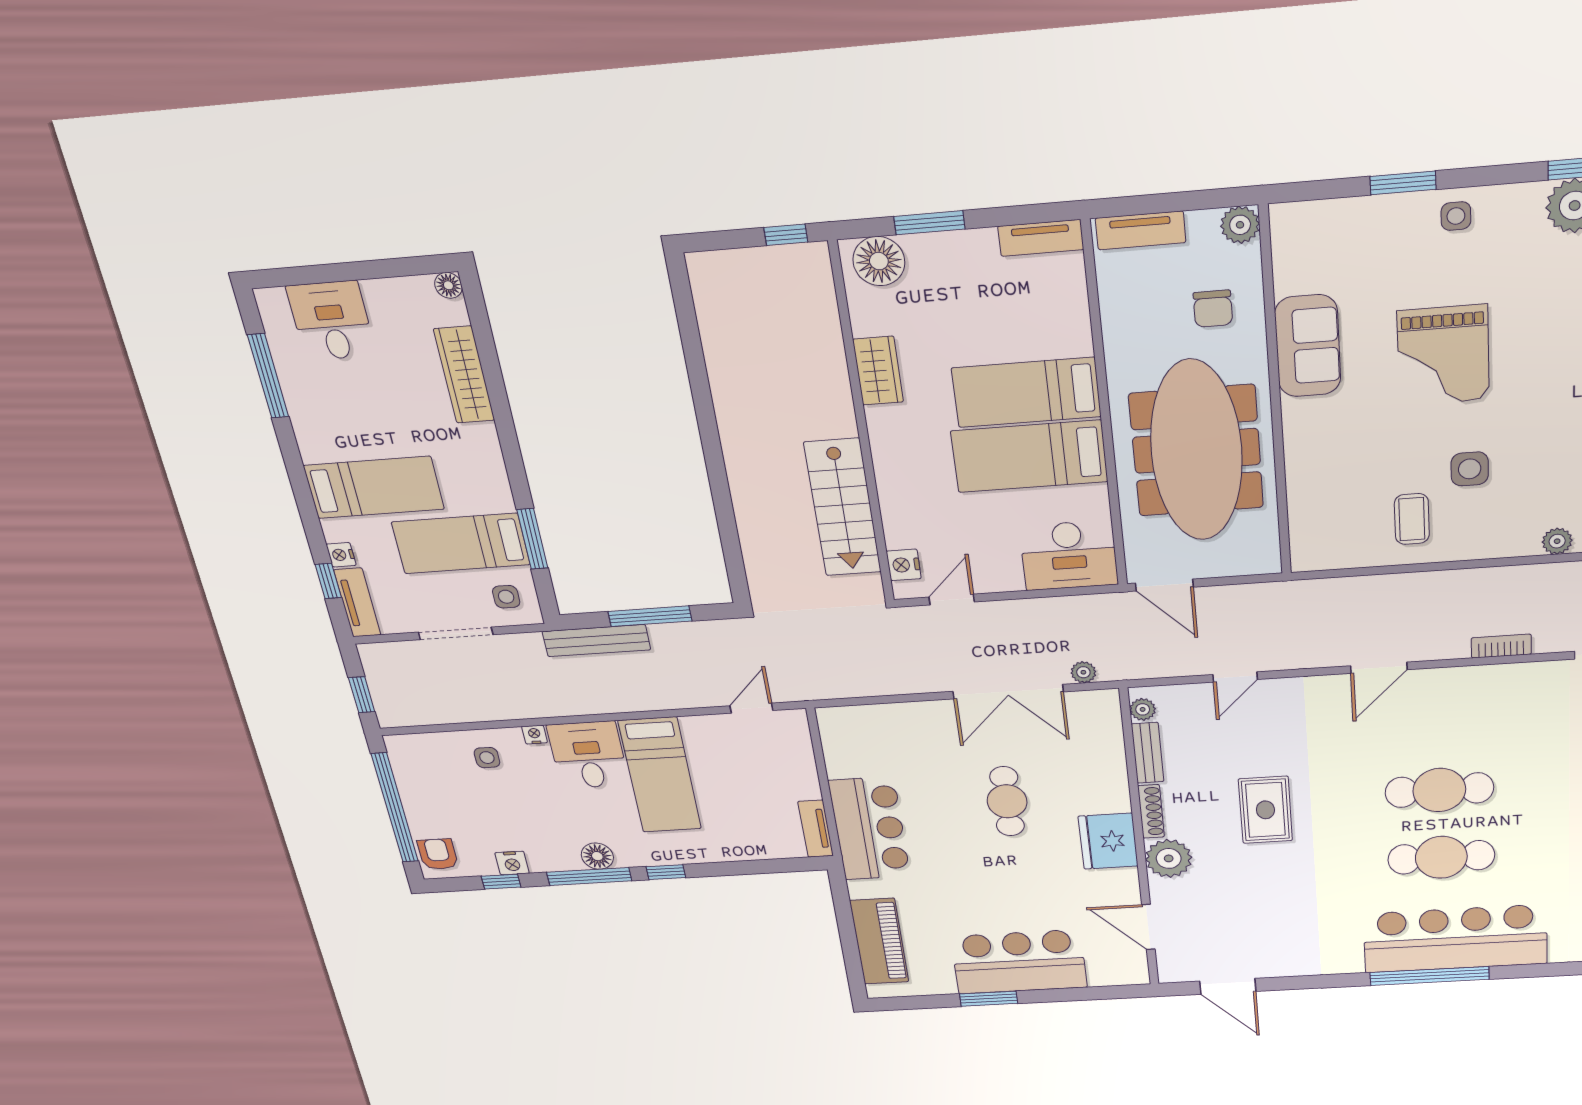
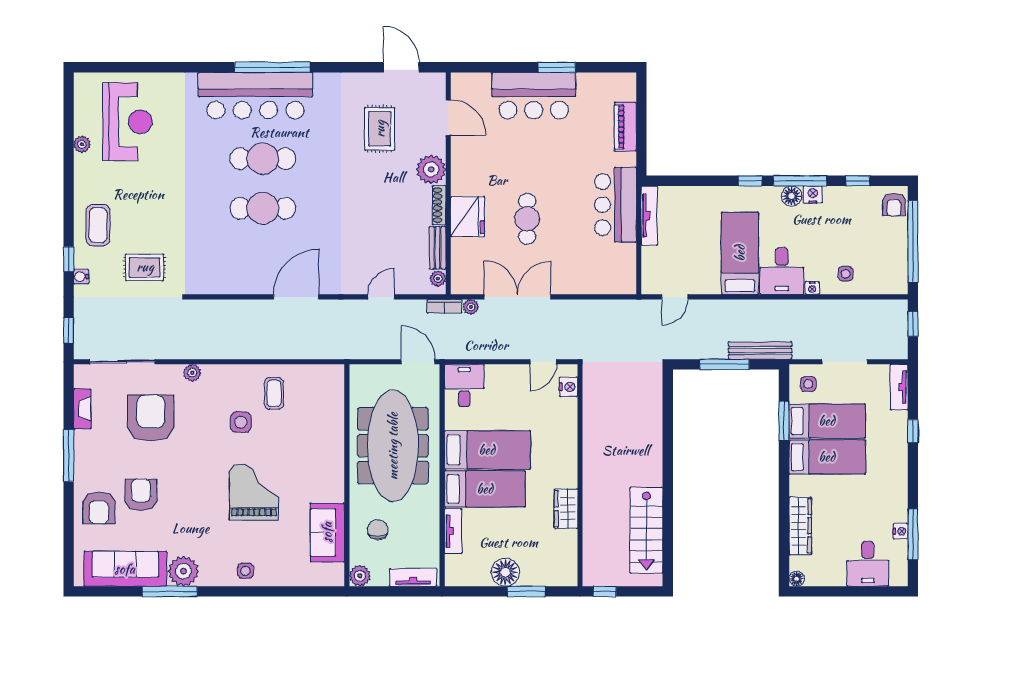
window: (1403, 183) -> (273, 591), removed
tv unit: (1041, 238) -> (453, 531), moved, turned 90
floor lamp: (879, 261) -> (505, 572), moved
sofa: (1308, 346) -> (327, 532), moved
bed: (374, 487) -> (827, 457), moved, turned 180
stairs: (843, 508) -> (646, 530), moved, turned 180
nightstand: (341, 555) -> (901, 531), moved
desk: (1069, 555) -> (464, 385), width x0.73
window: (328, 581) -> (913, 431), moved
bookcase: (1501, 646) -> (444, 306), moved
door: (1379, 668) -> (296, 297), width x1.36
rug: (1265, 810) -> (380, 129), moved
tv unit: (816, 829) -> (649, 216), width x1.41
fridge: (1108, 841) -> (468, 217), moved
nightstand: (512, 863) -> (813, 195), moved
piano: (879, 941) -> (625, 127), width x0.73, depth x0.75

